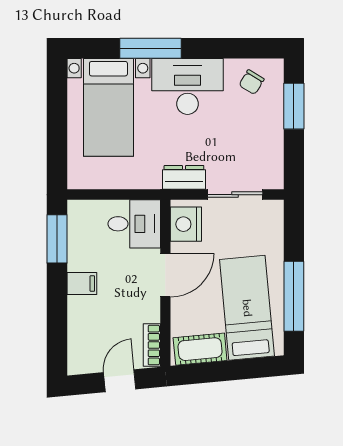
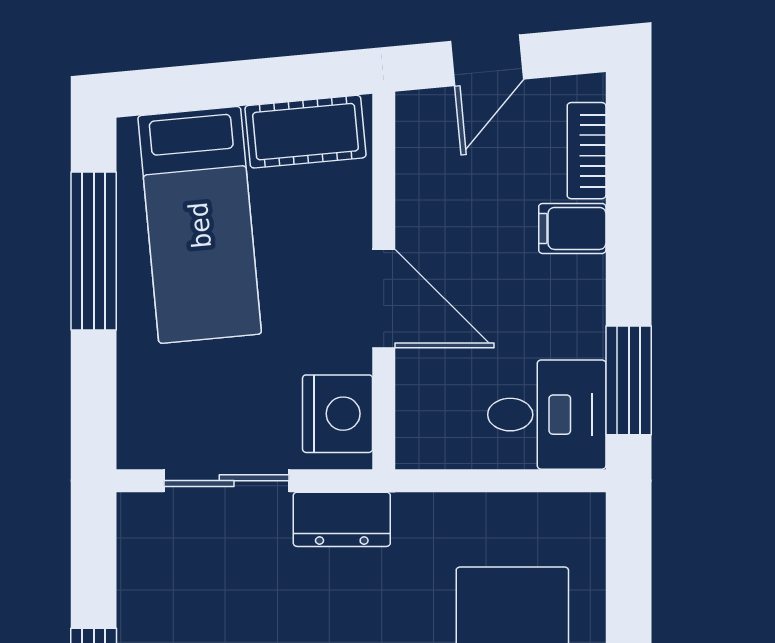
desk: (134, 224) -> (547, 415), moved, turned 180
door: (165, 275) -> (384, 299), swing flipped
filing cabinet: (82, 284) -> (572, 228), moved
bookcase: (152, 345) -> (587, 151), moved, turned 180

